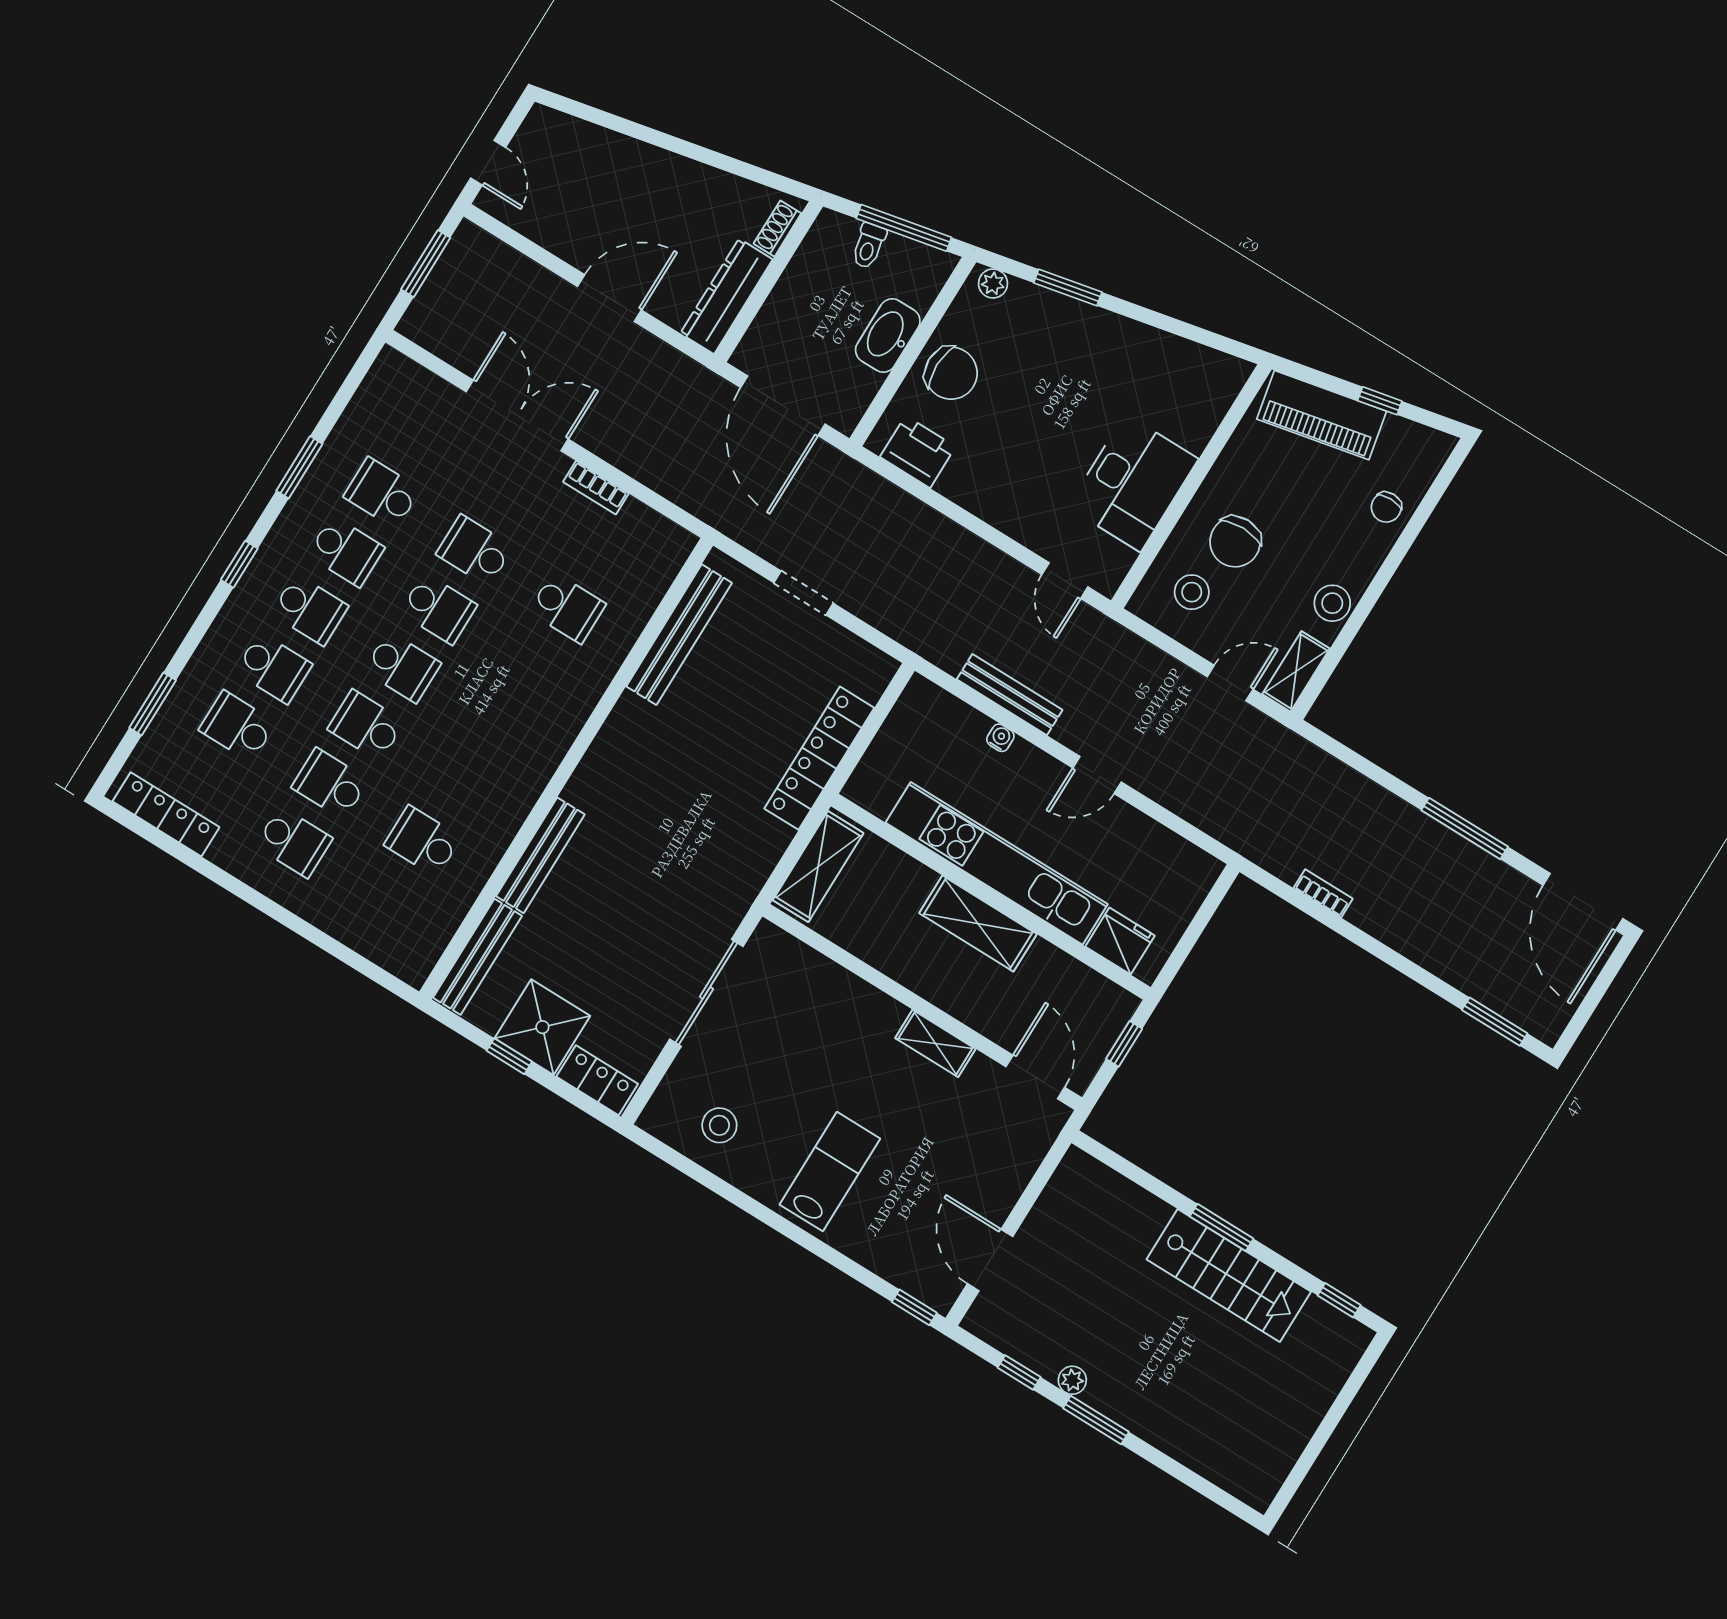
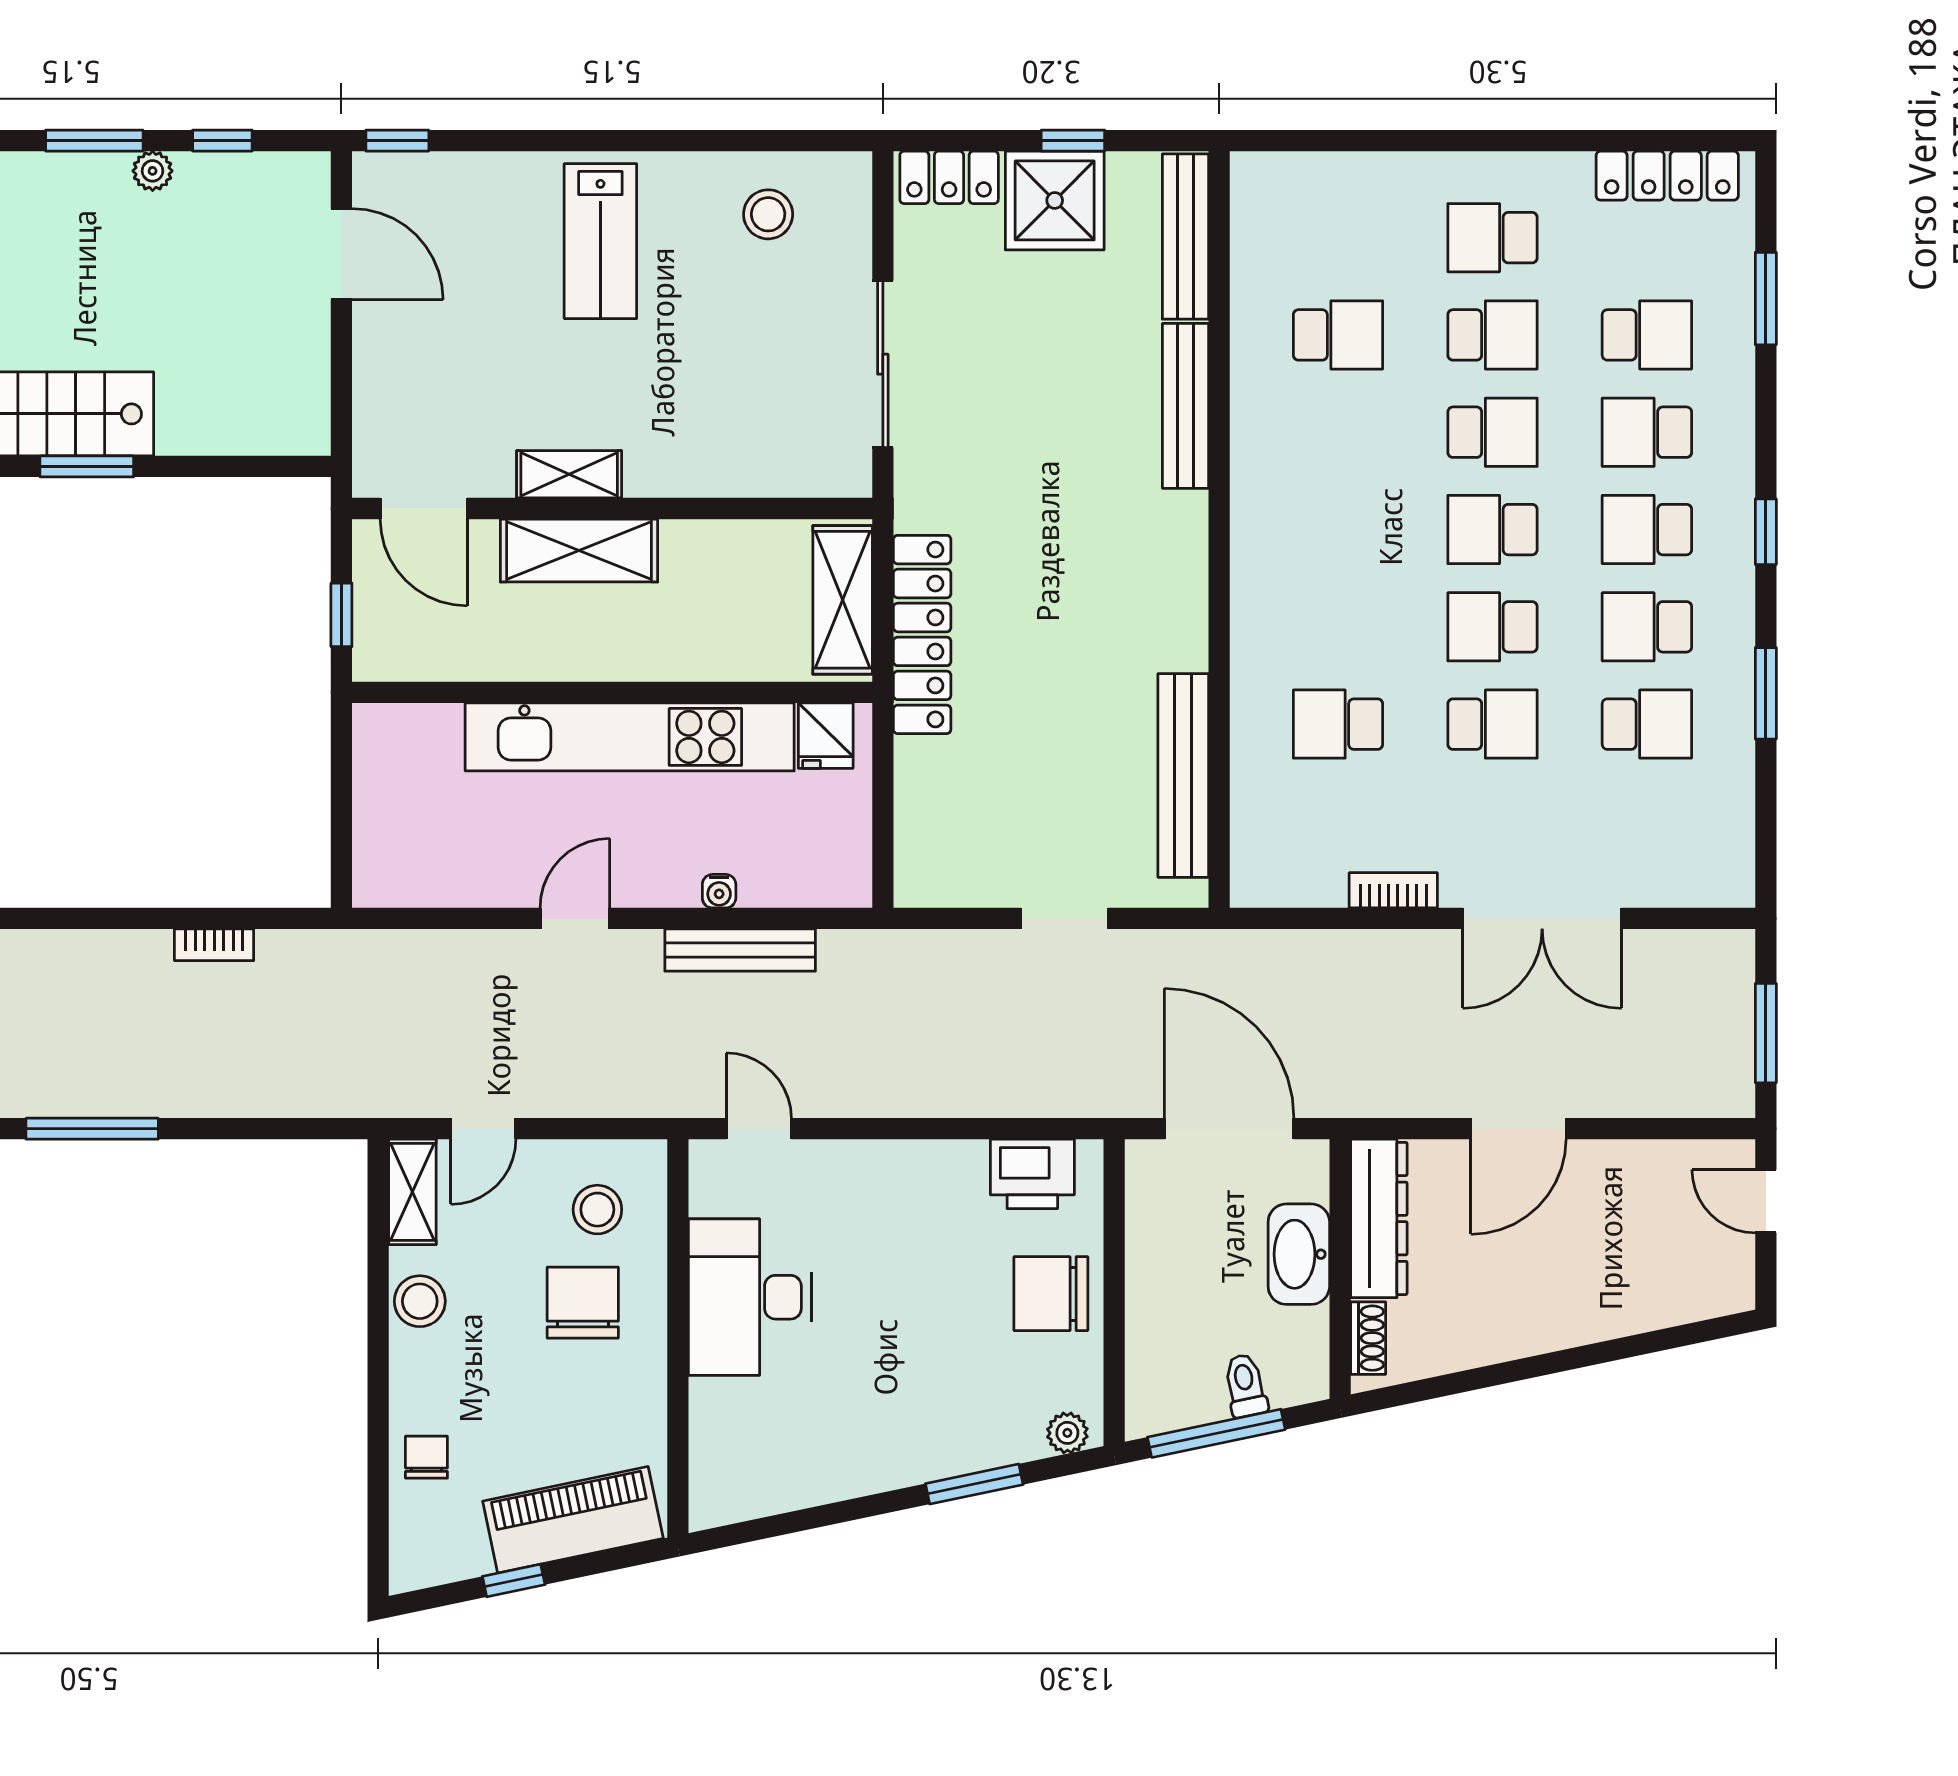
washbasin: (888, 336) -> (1299, 1254), moved, turned 180
locker: (819, 758) -> (922, 634), moved
shelving: (978, 924) -> (579, 550), moved
fridge: (1120, 941) -> (826, 736), moved, width x0.72

